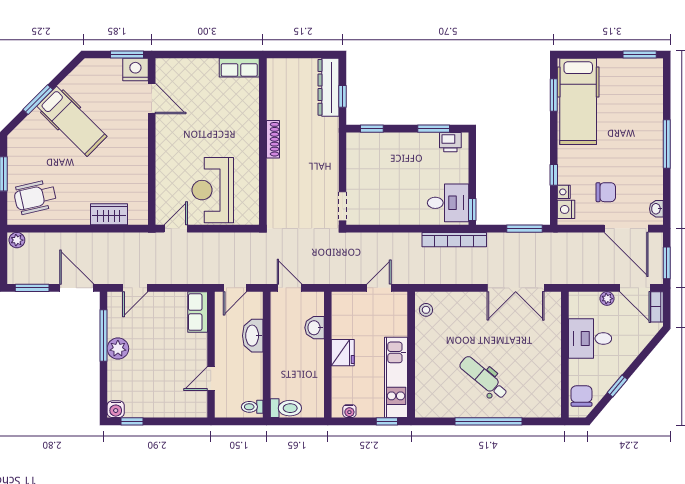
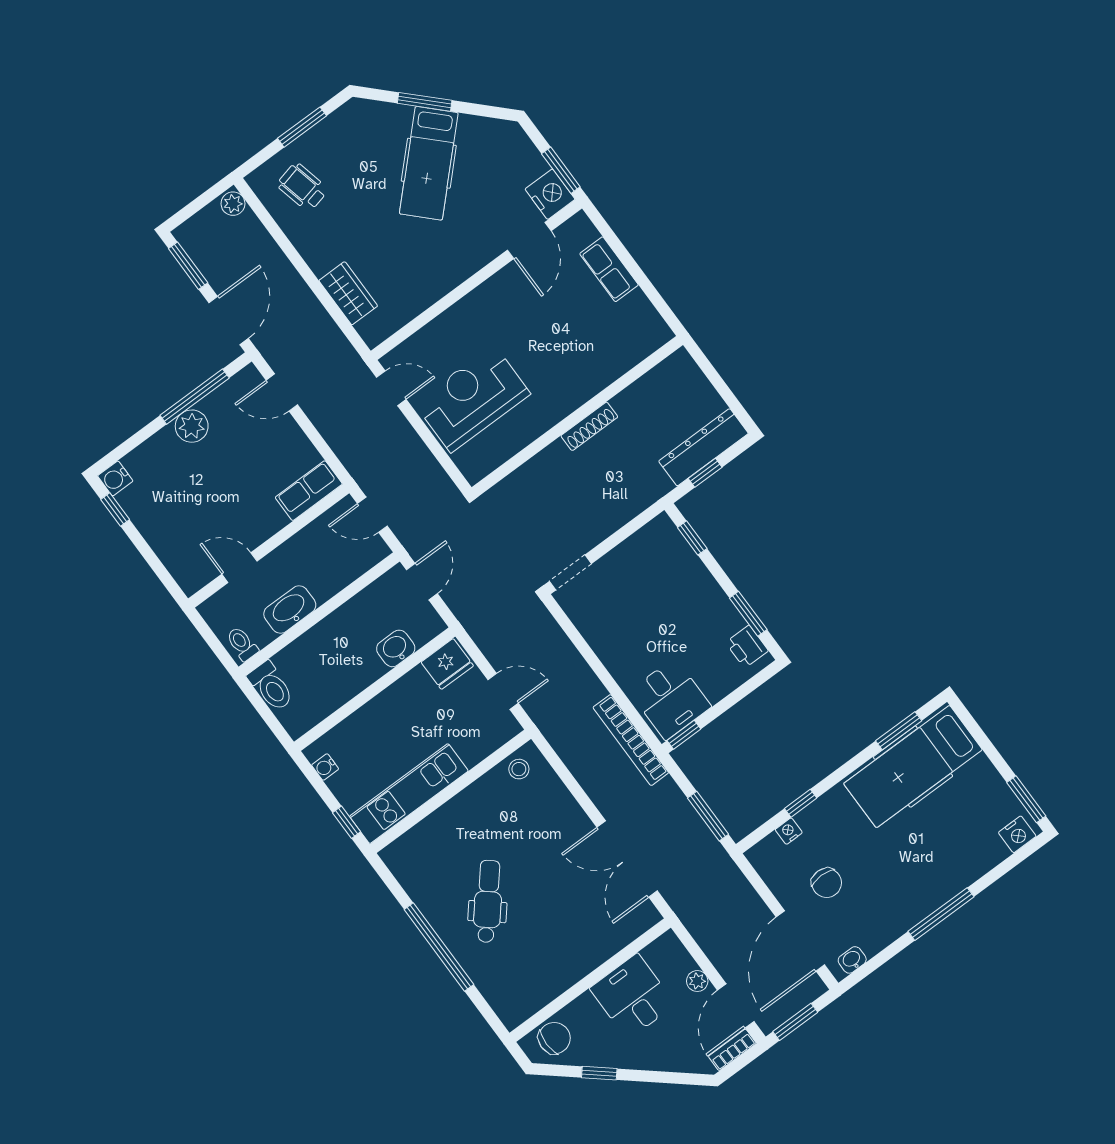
row of seats: (239, 68) -> (609, 269), moved
wheelchair: (35, 197) -> (302, 187), width x0.73, depth x0.73
nightstand: (566, 209) -> (1017, 834), moved, turned 180
washbasin: (253, 336) -> (290, 610), moved
fridge: (343, 353) -> (447, 664), moved

